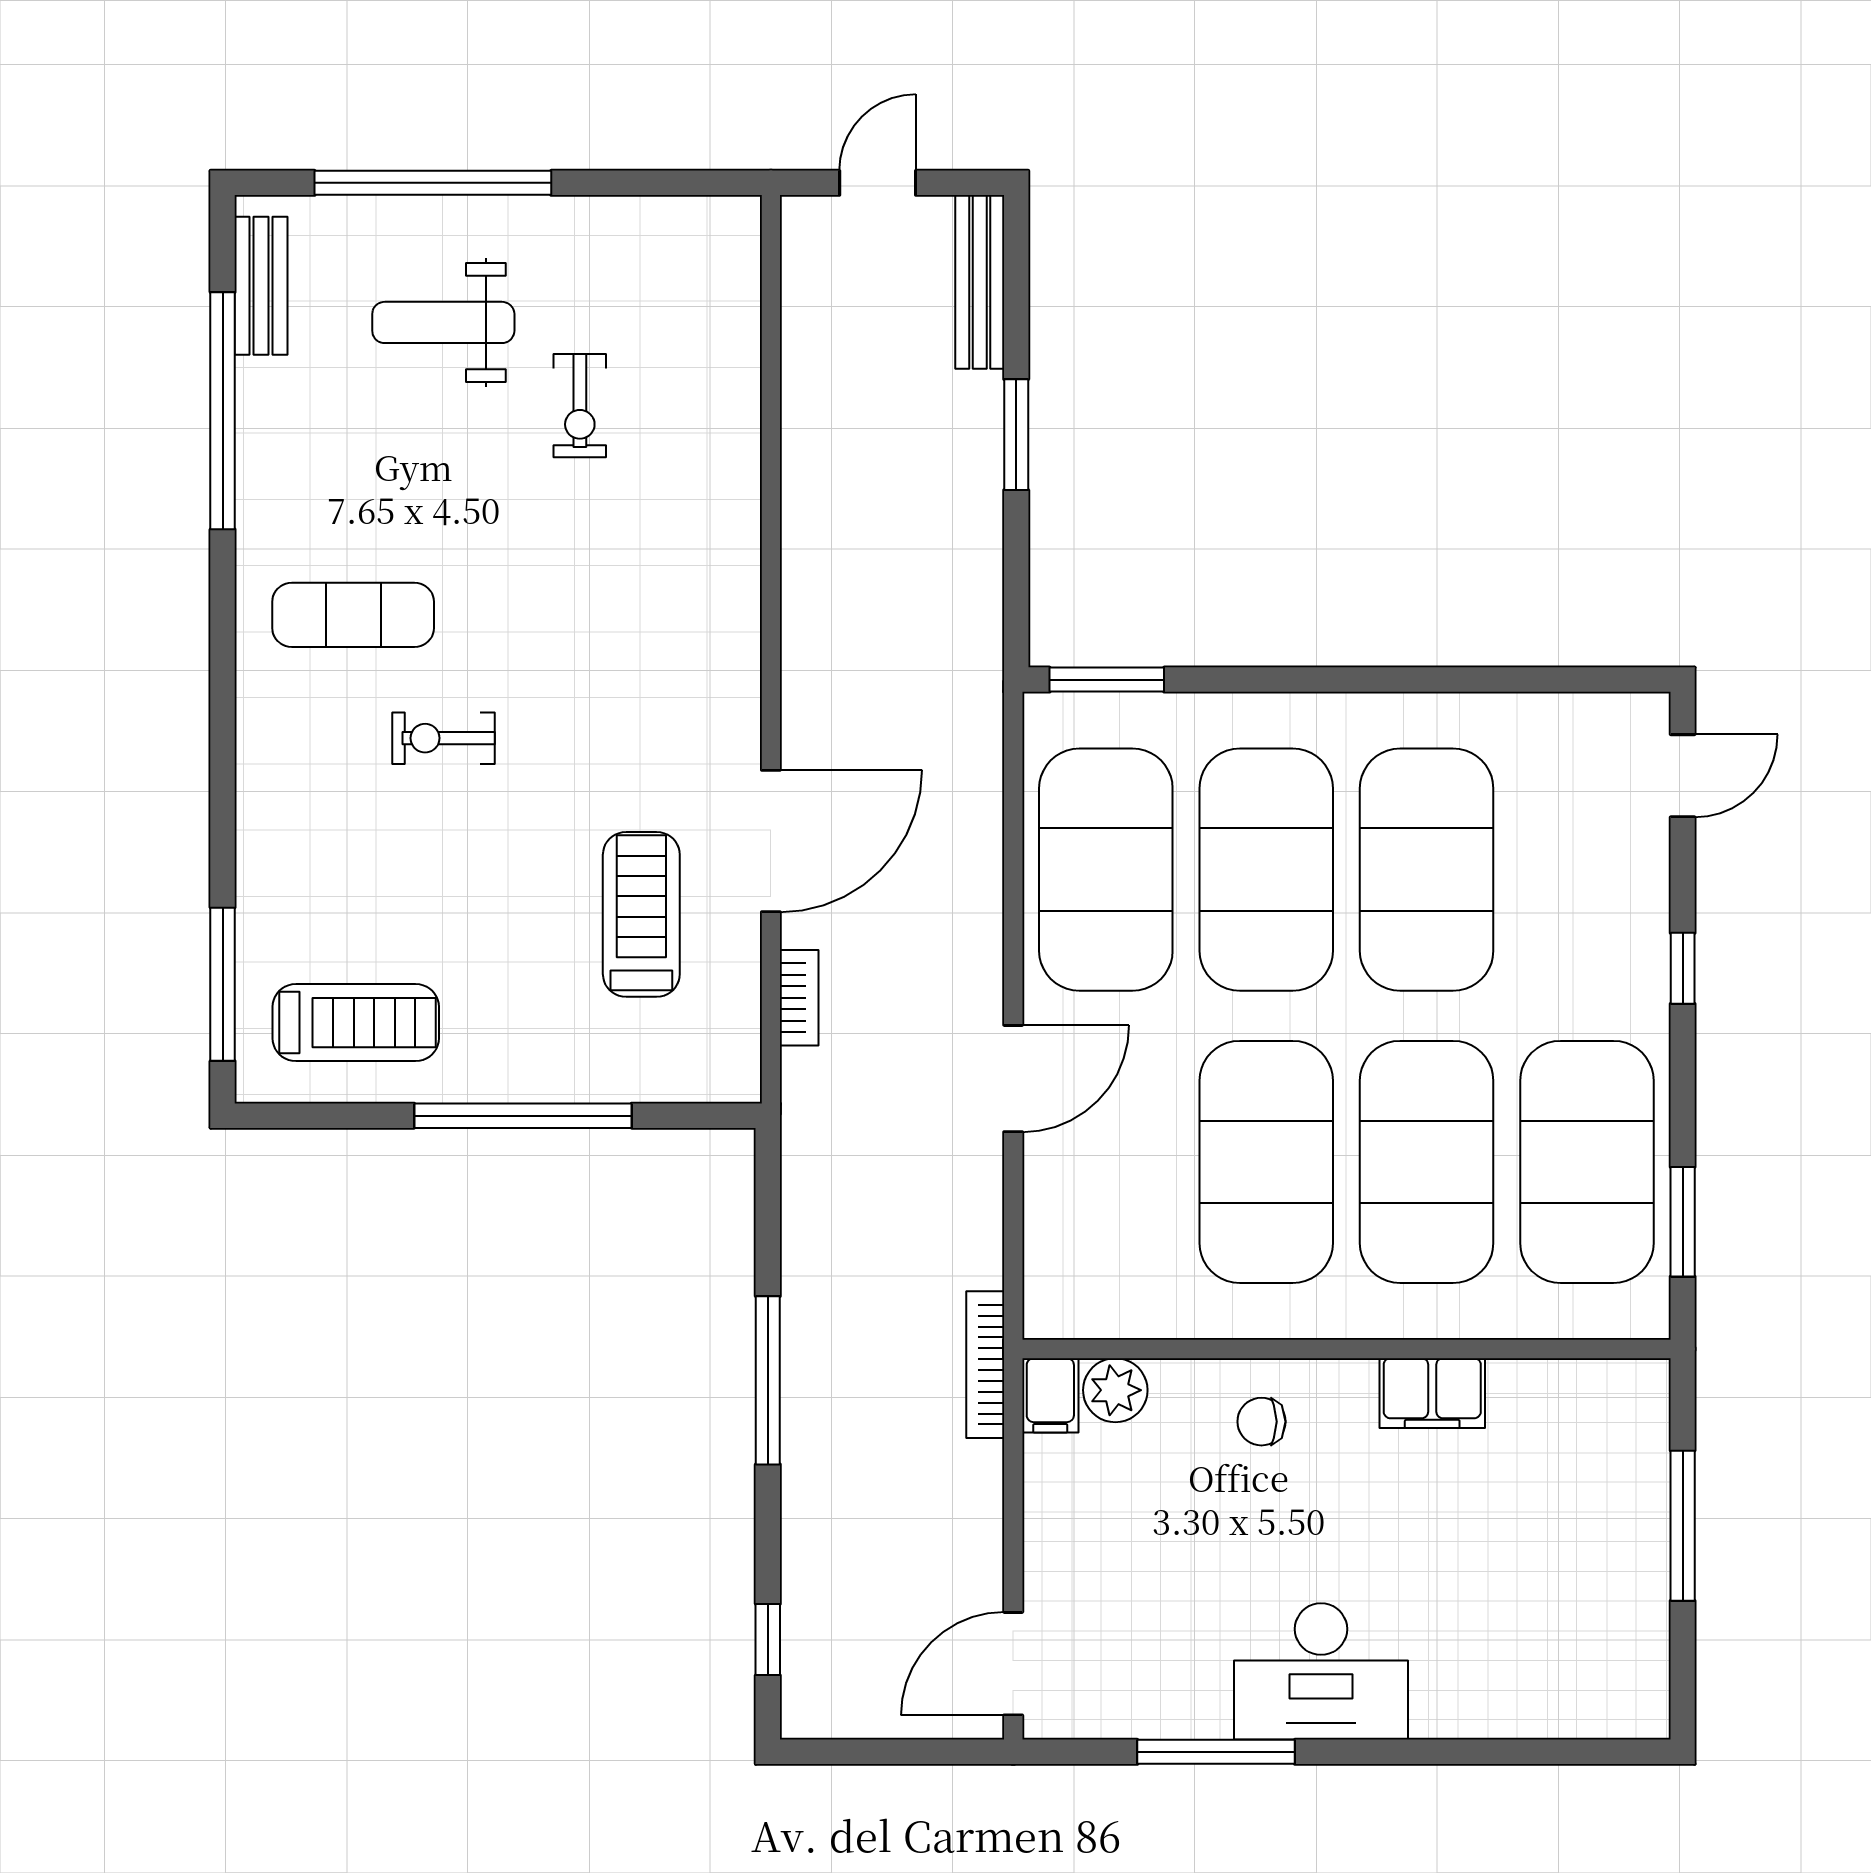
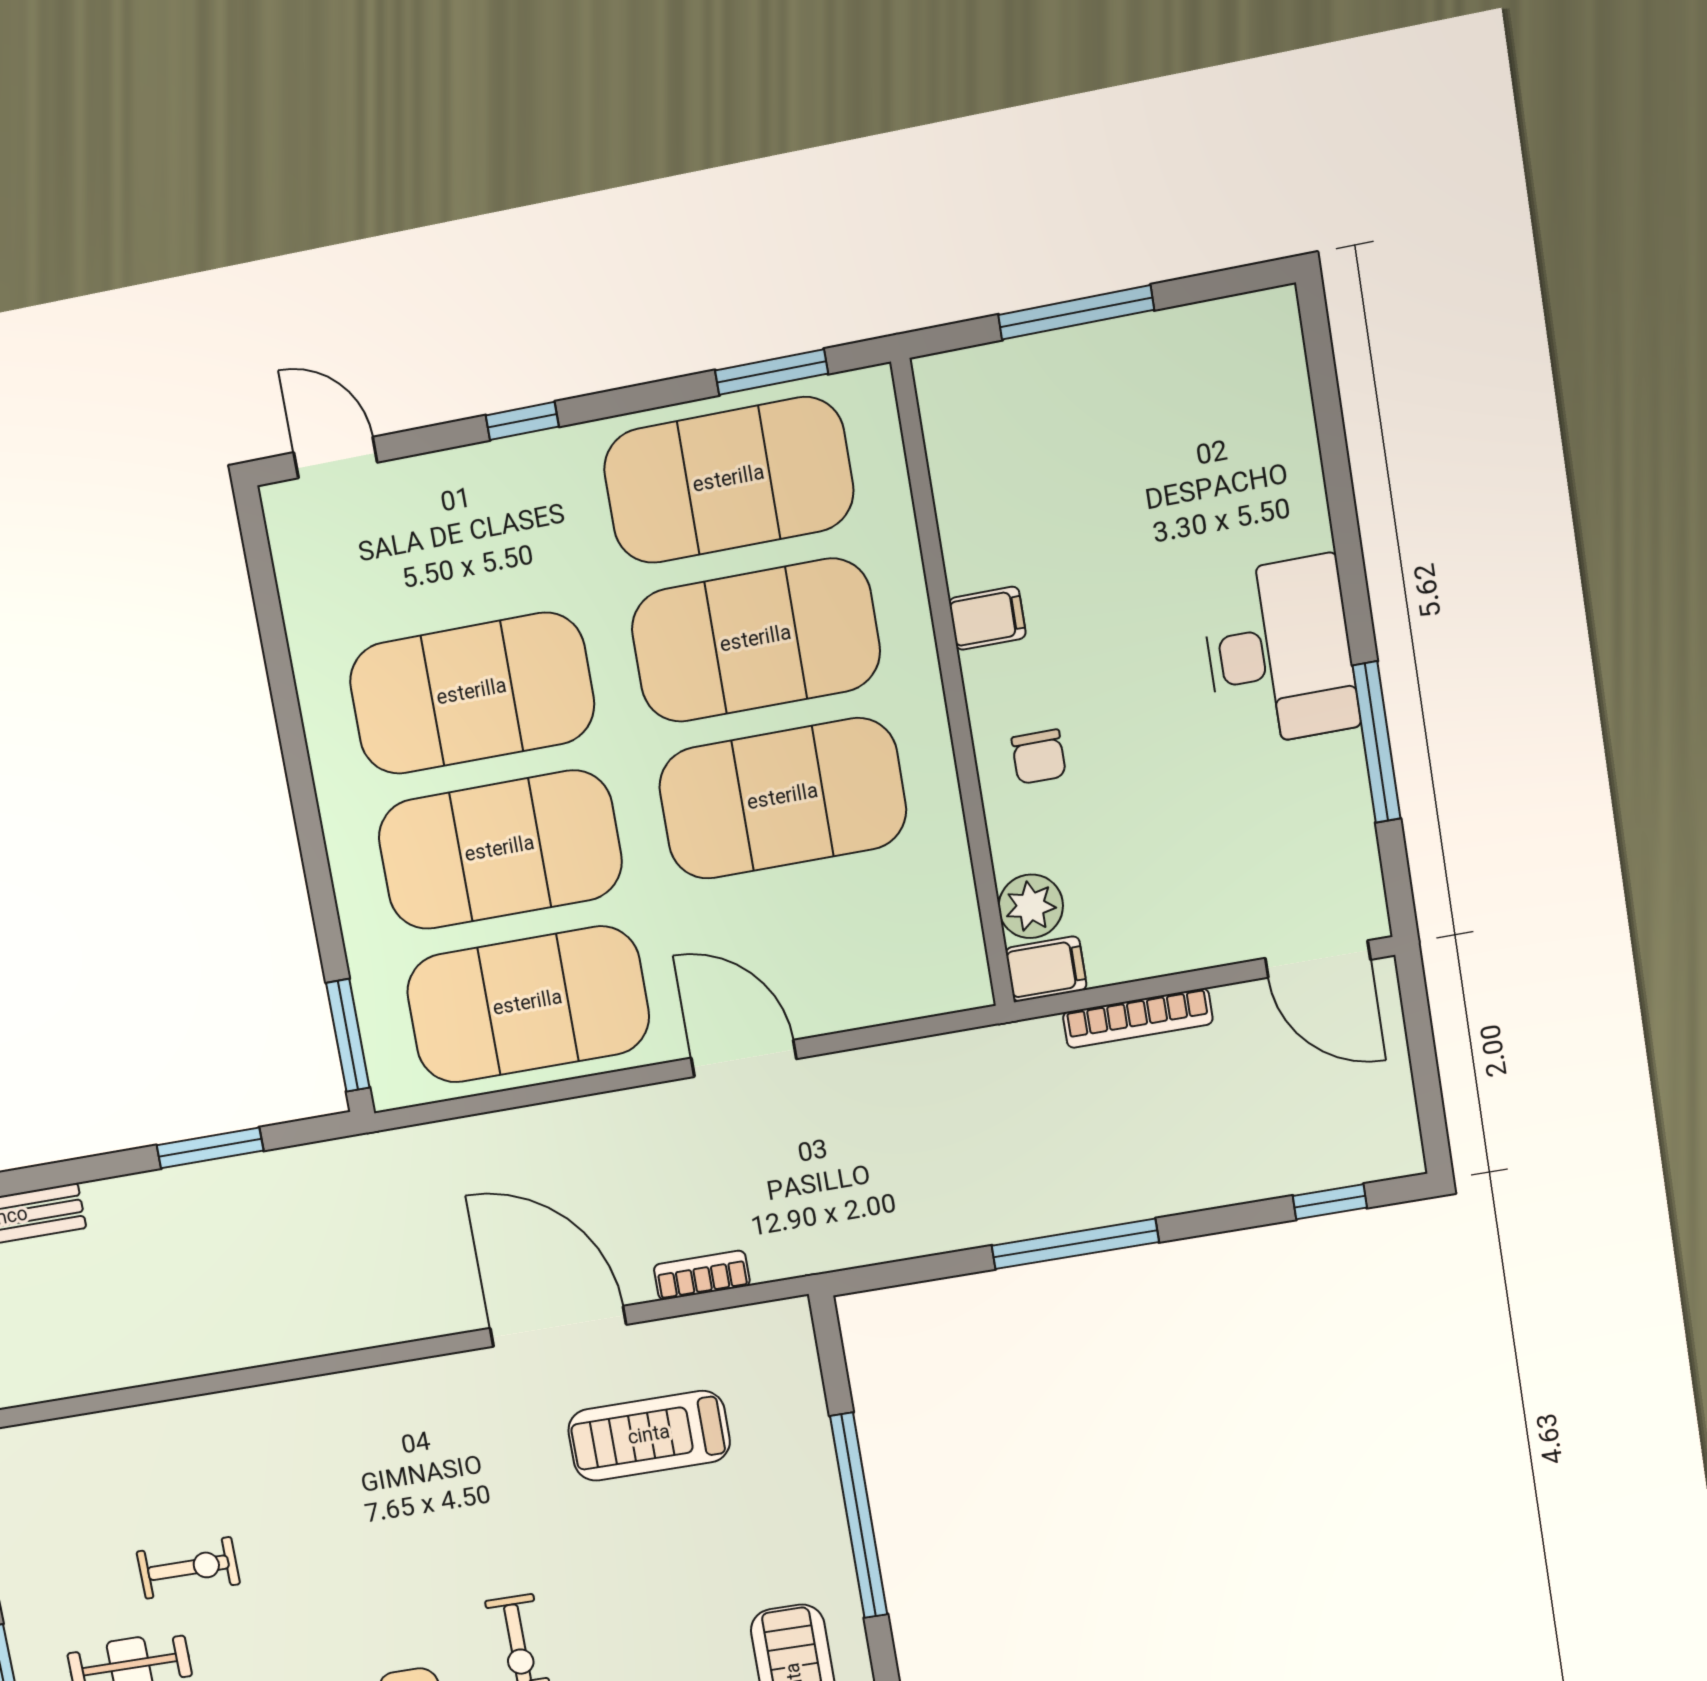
window: (1016, 435) -> (210, 1148), moved
bookcase: (985, 1365) -> (1138, 1018), moved
filing cabinet: (1432, 1393) -> (987, 618), width x0.50

